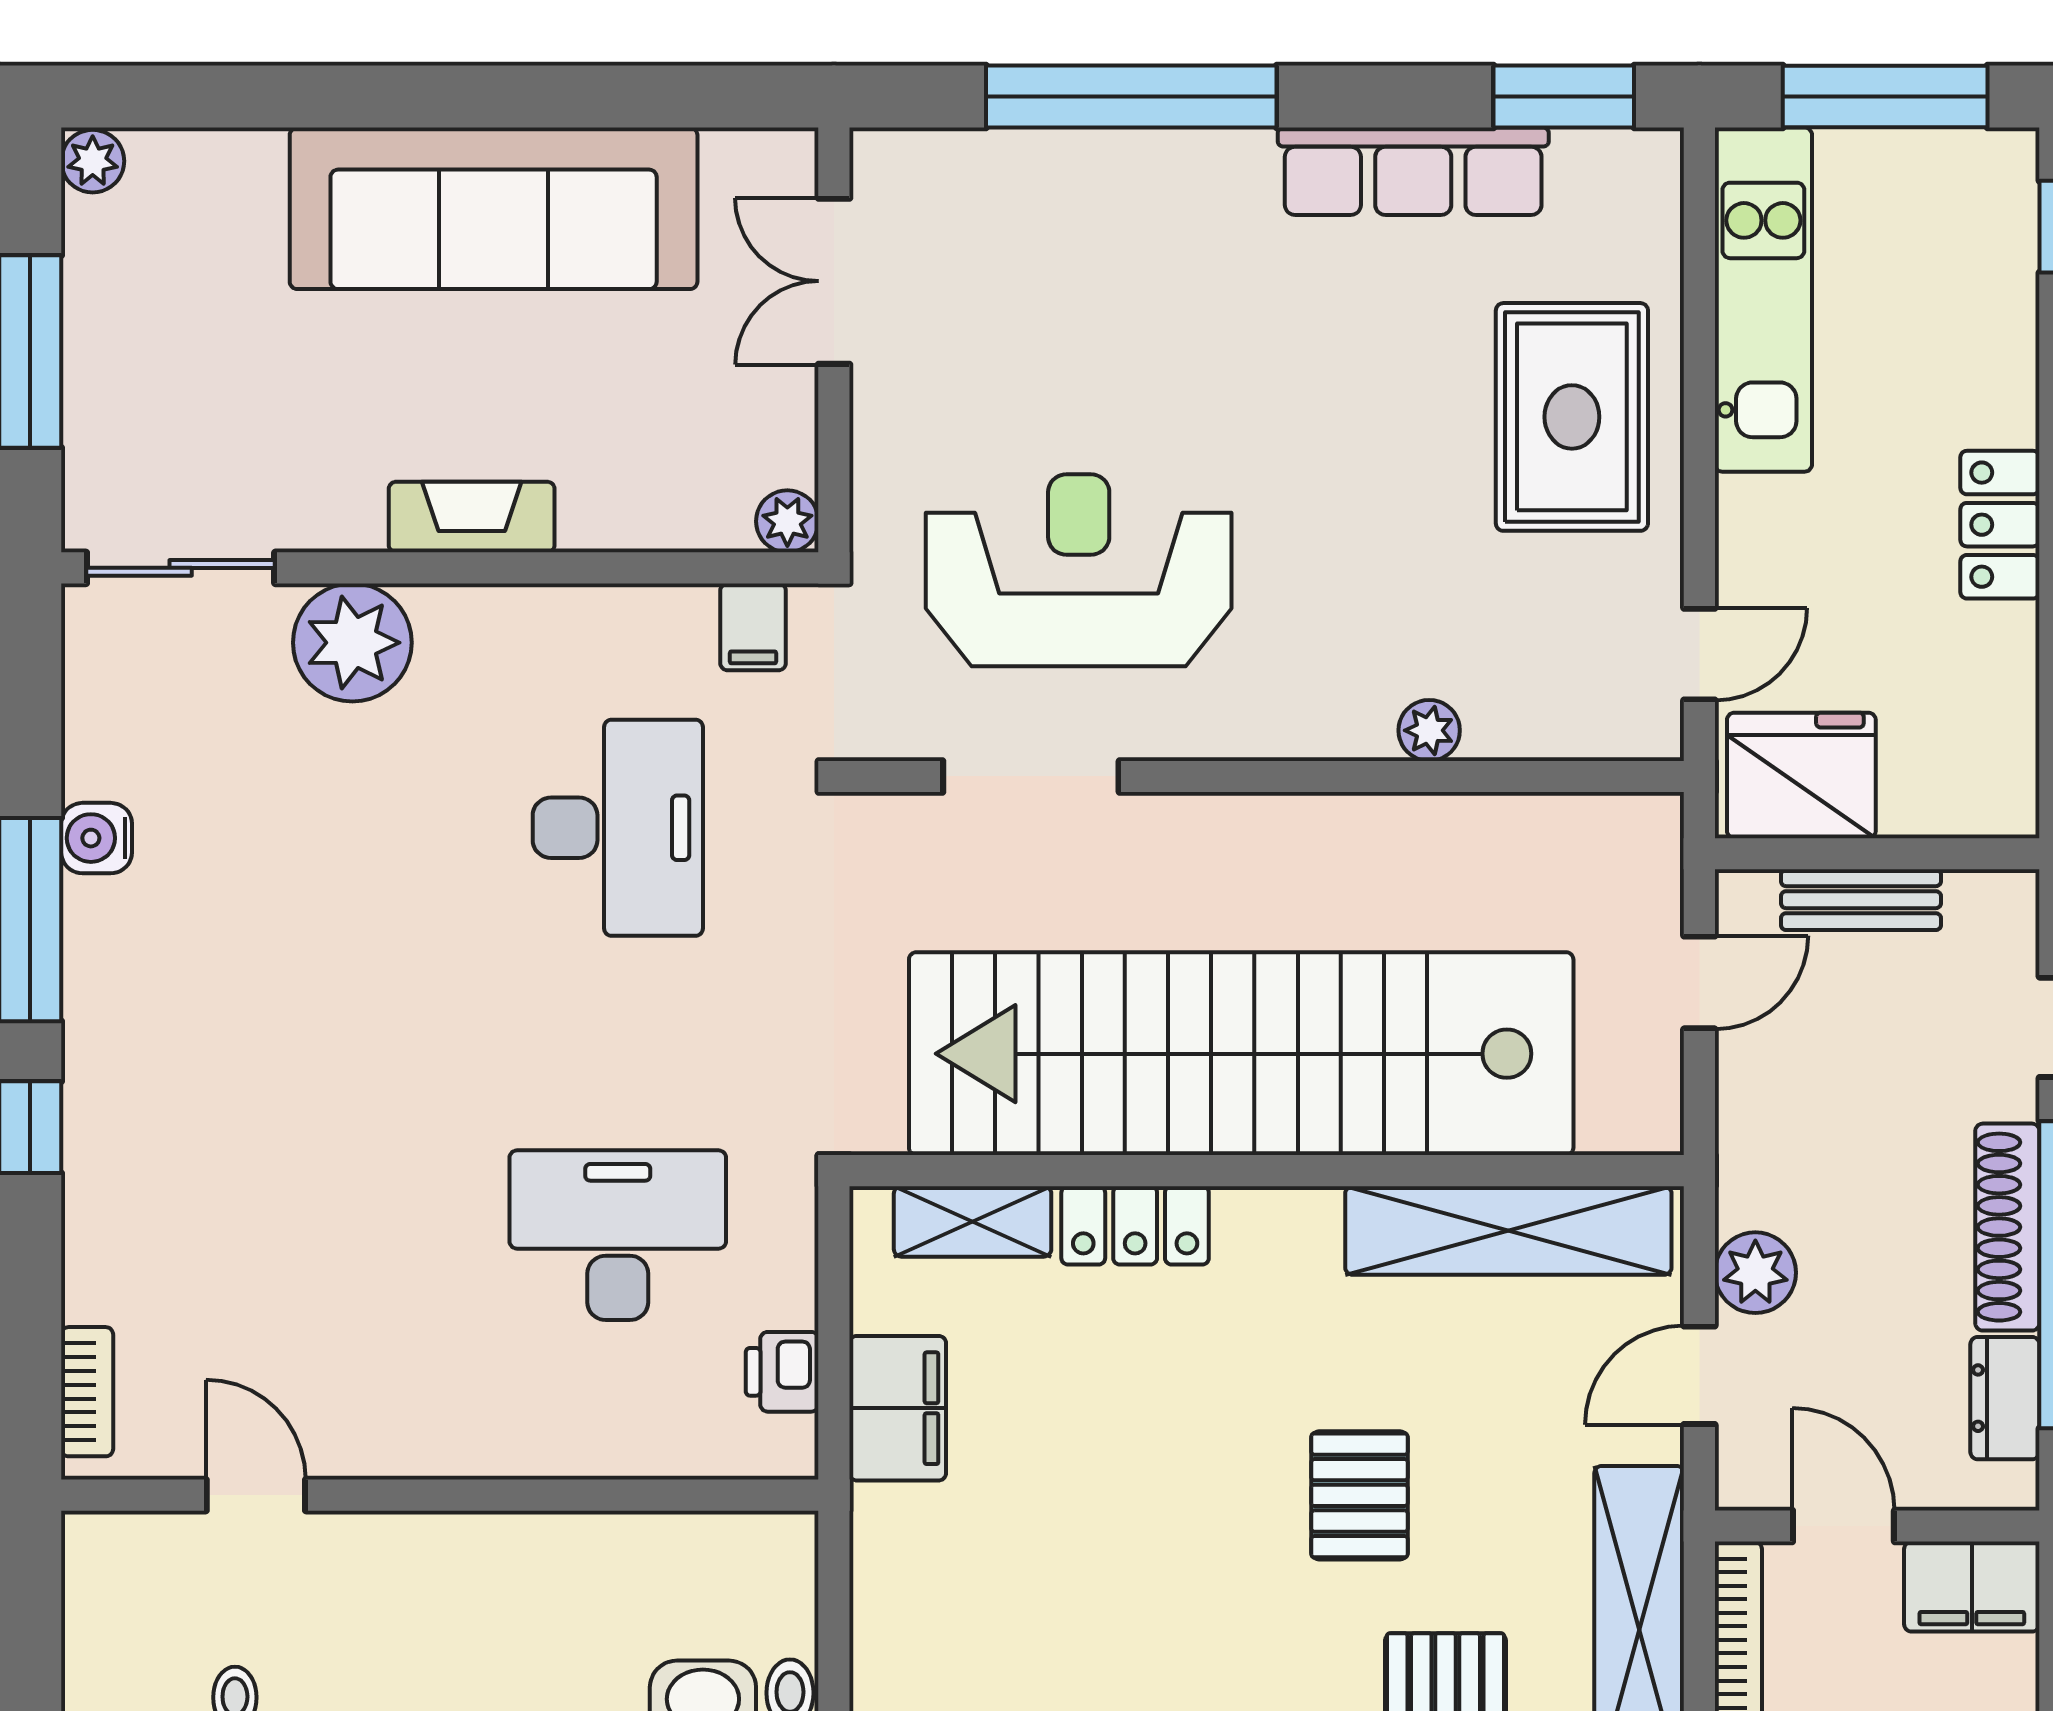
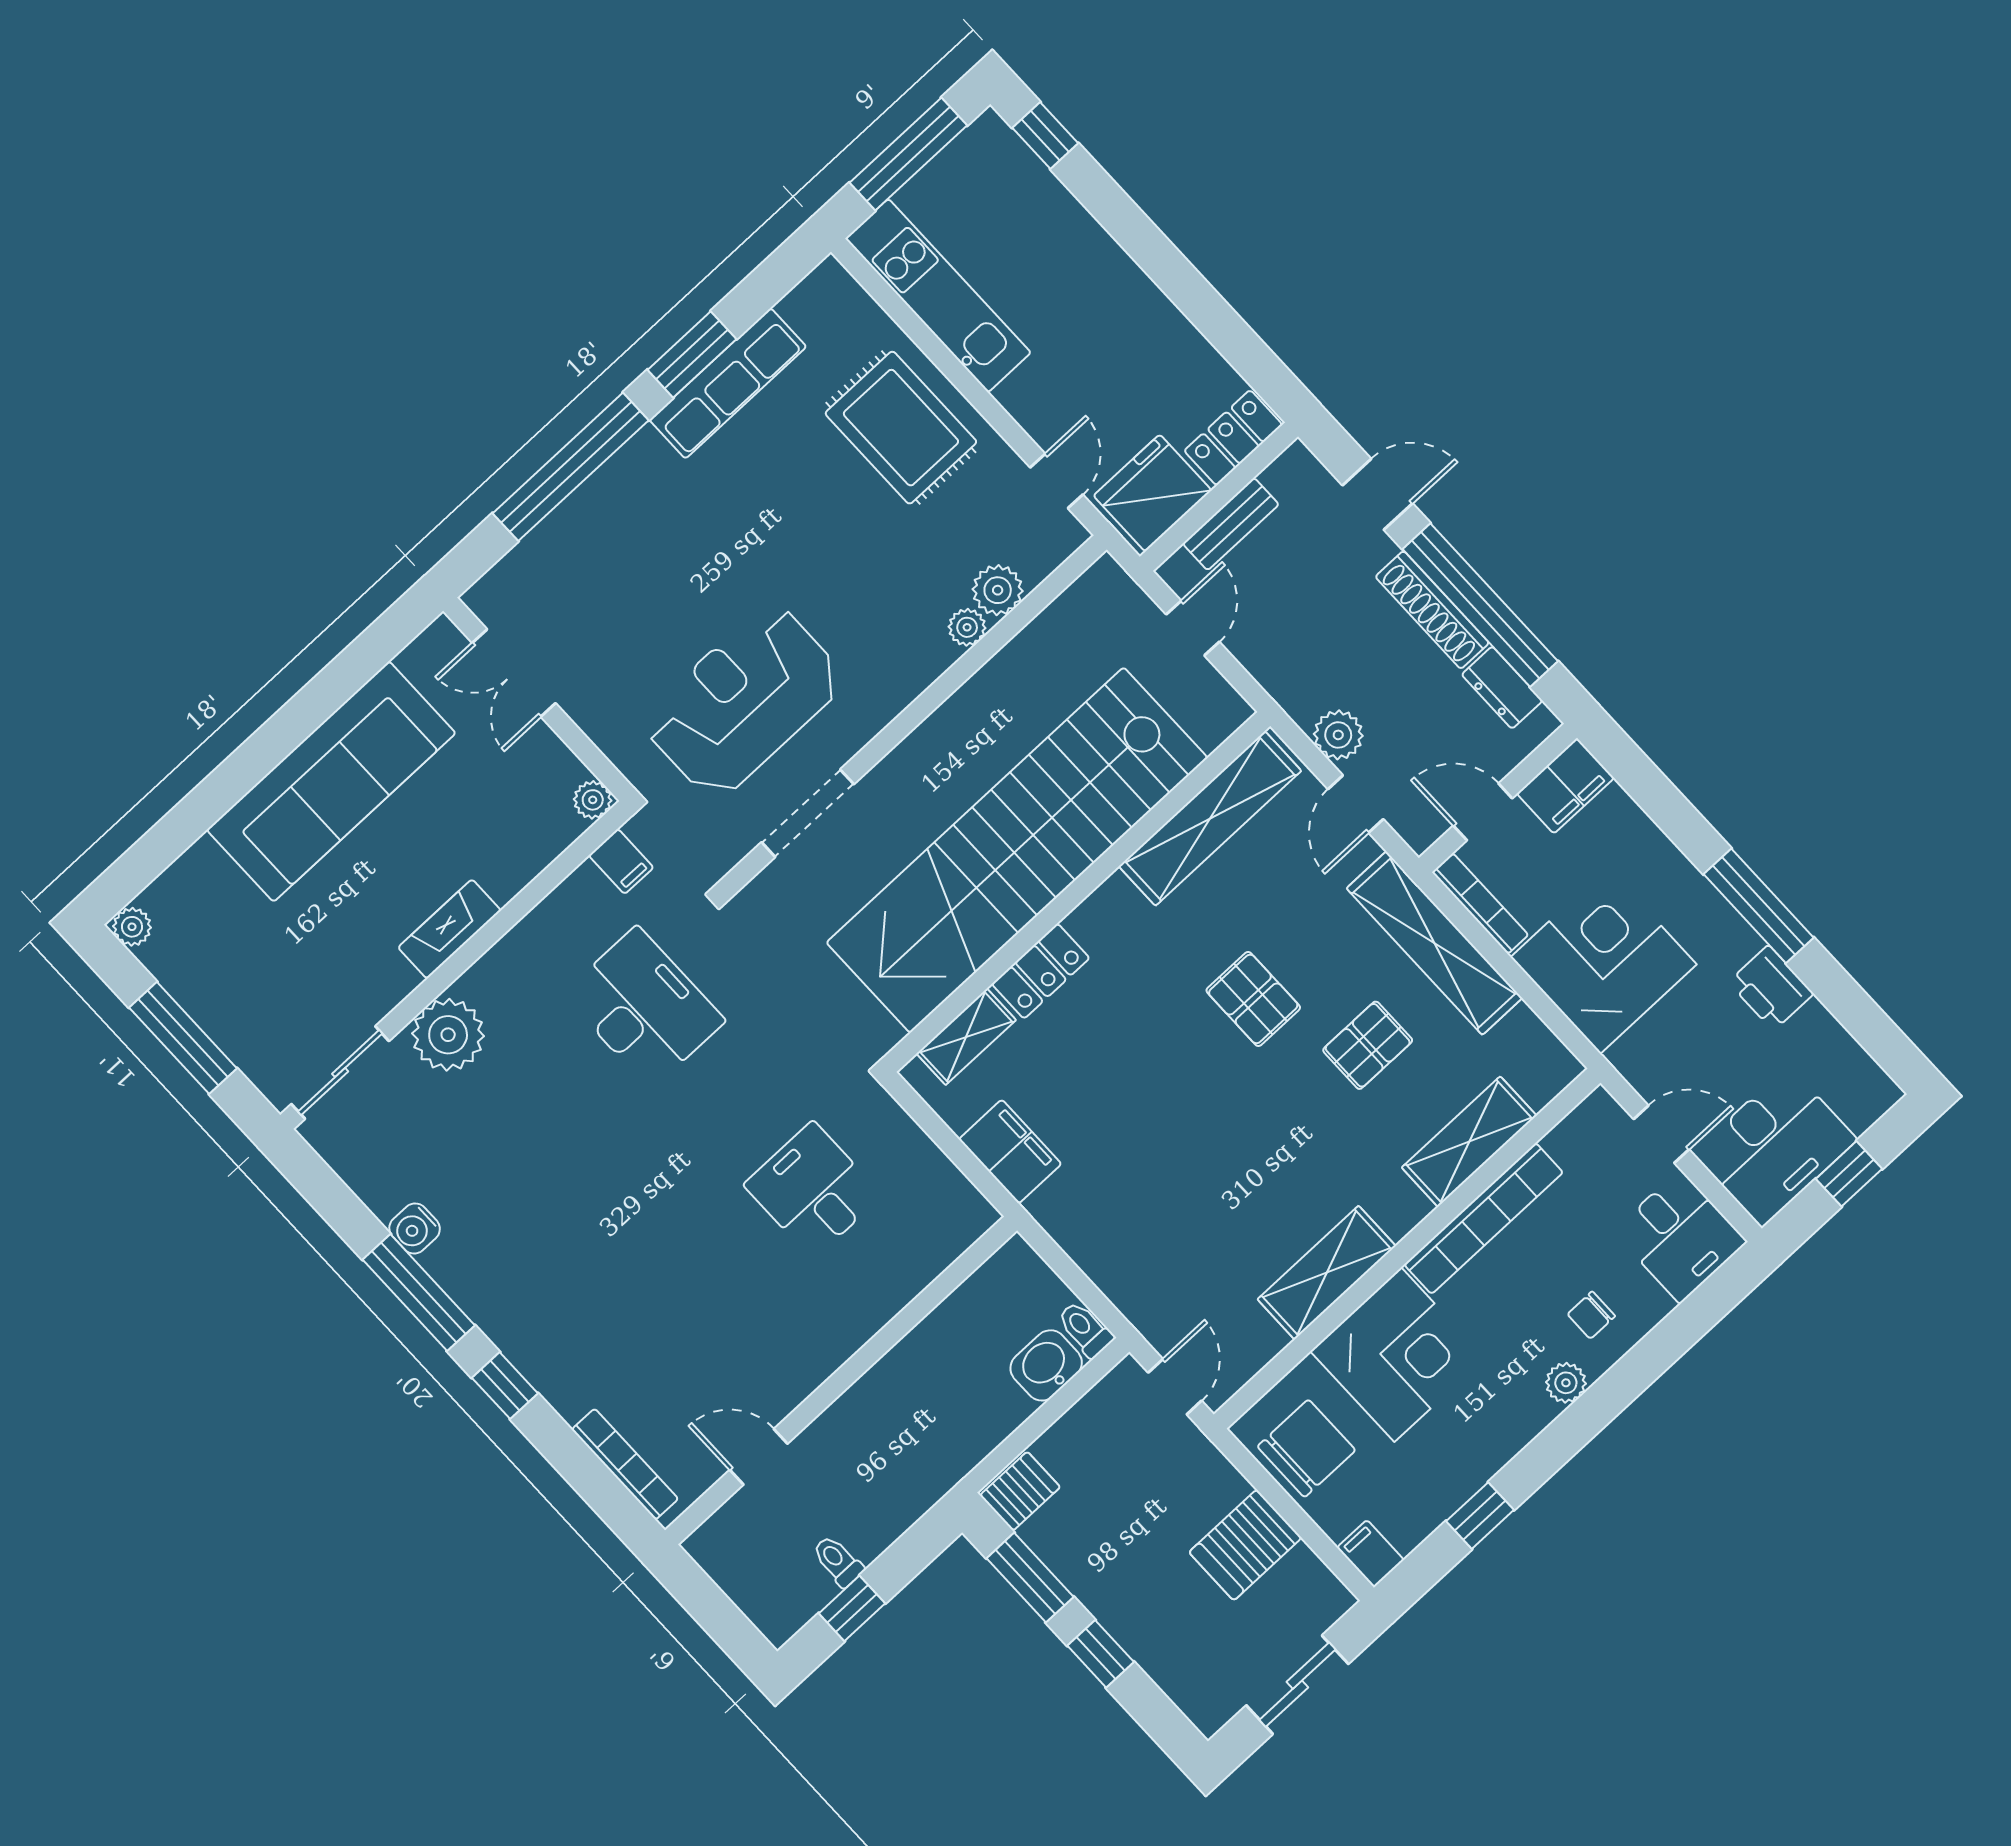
window: (1564, 96) -> (692, 354), moved
locker: (2000, 525) -> (1233, 438), moved, turned 90
plant: (1507, 720) -> (998, 590), added
desk: (618, 1235) -> (813, 1190), width x0.73
printer: (782, 1372) -> (943, 1183), removed
bookcase: (87, 1392) -> (625, 1464), width x1.56

